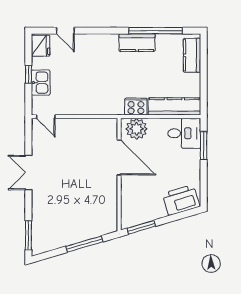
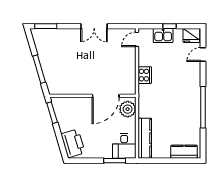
window: (156, 31) -> (203, 107), moved
kitchen counter: (137, 43) -> (194, 109), removed
cooker: (136, 107) -> (145, 75), moved
double door: (28, 173) -> (94, 26), swing flipped

